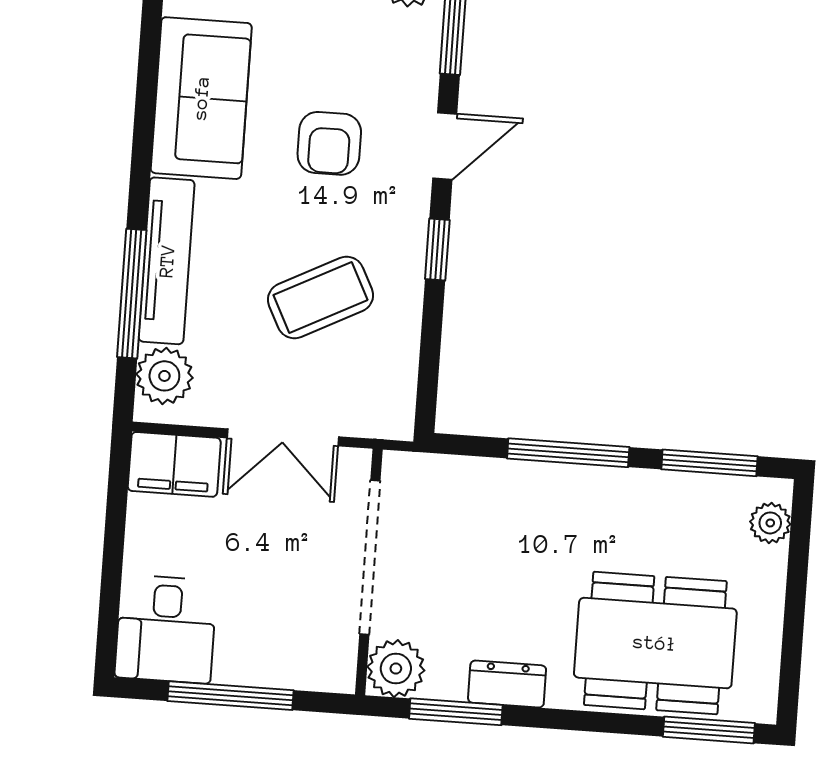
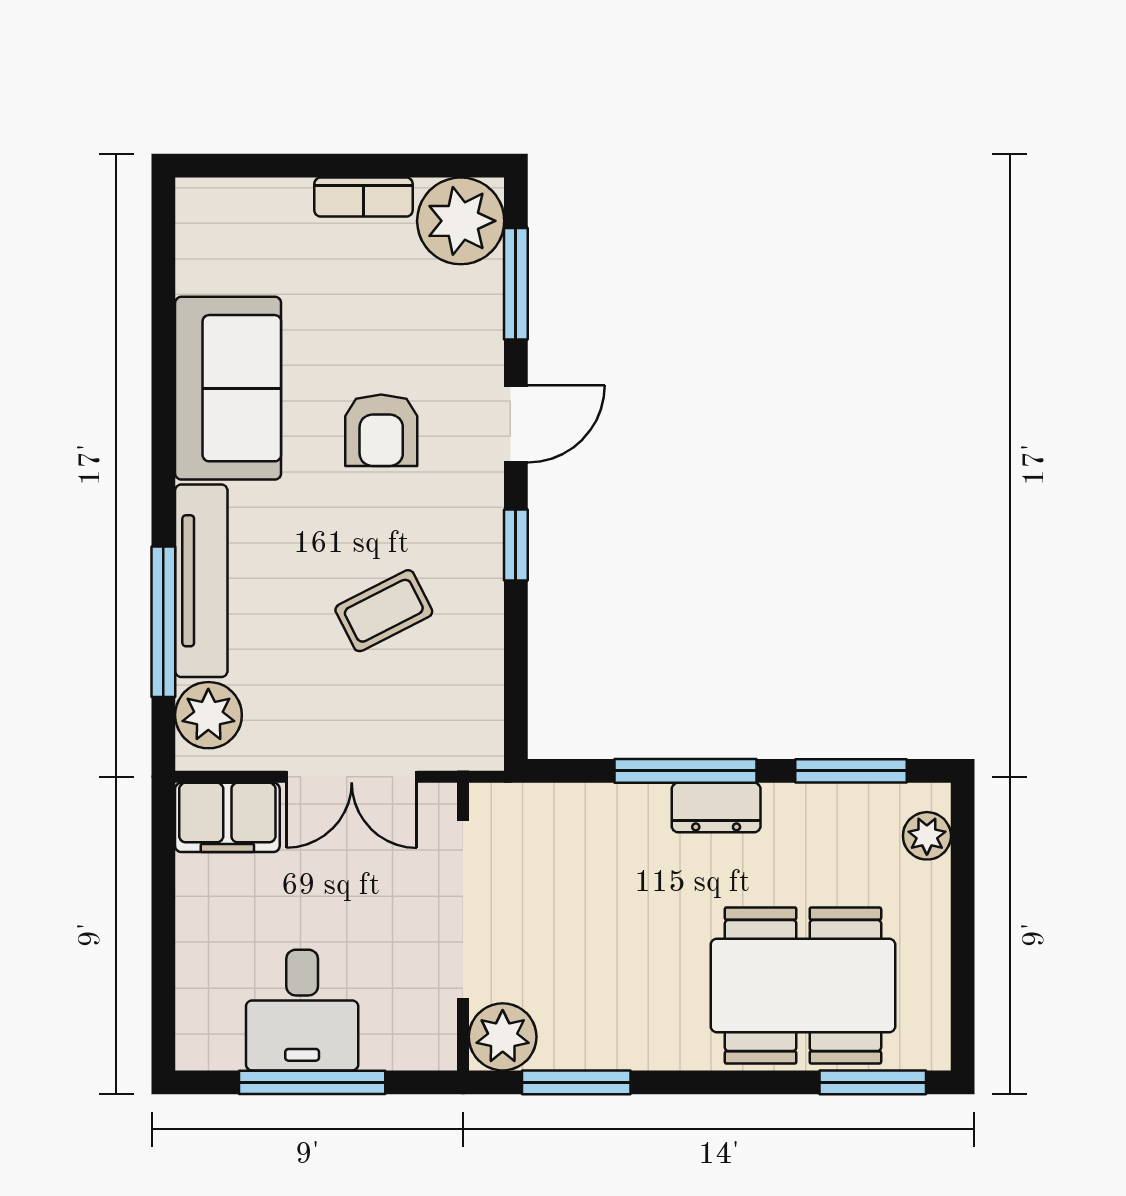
coffee table: (320, 298) -> (384, 611), width x0.73, depth x0.77
desk: (166, 629) -> (302, 1010), moved
dresser: (507, 684) -> (716, 808), moved, turned 180

